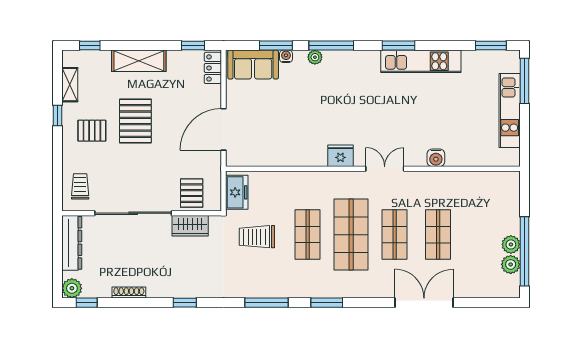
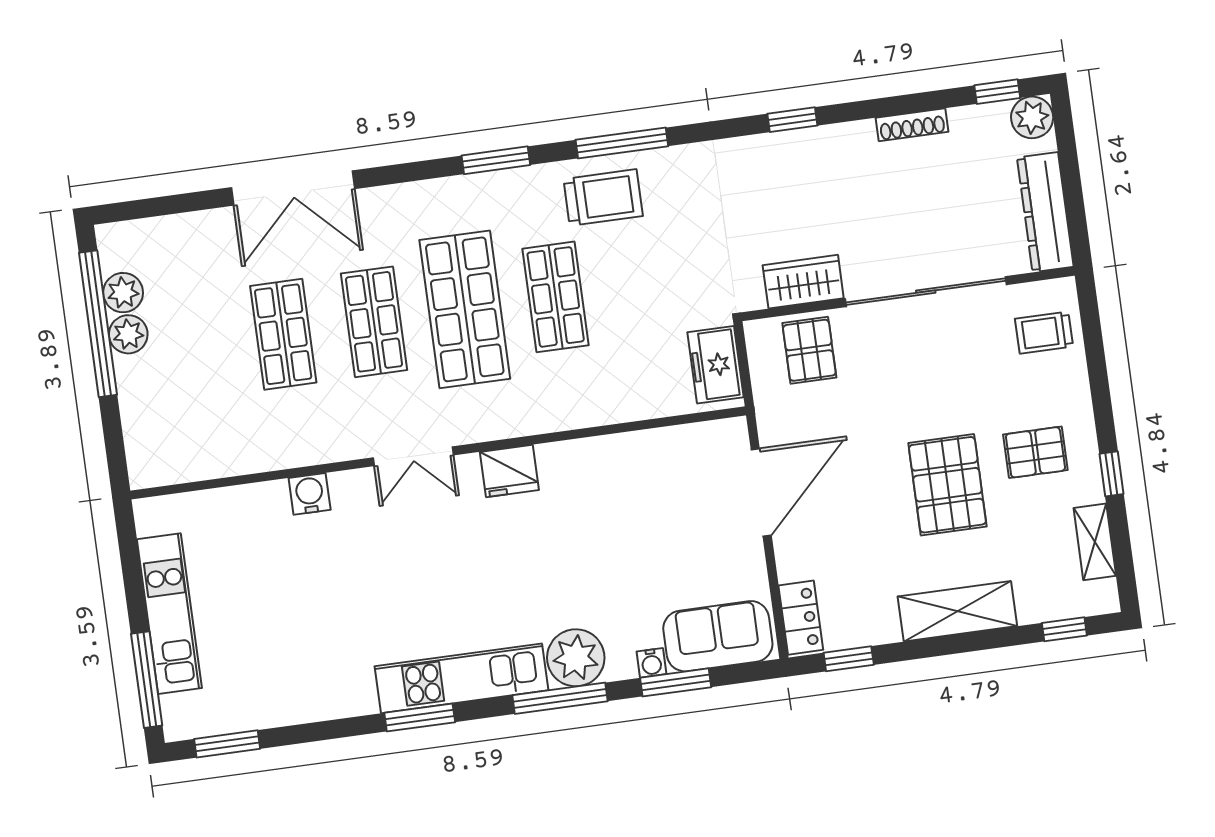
plant: (315, 57) -> (576, 658), width x1.88, depth x1.88
kitchen unit: (421, 61) -> (462, 678), moved
trolley: (80, 186) -> (1044, 333), turned 90
trolley: (257, 237) -> (603, 198), moved

